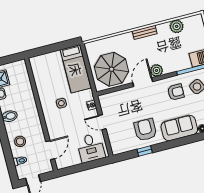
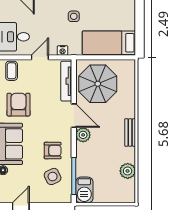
armchair: (176, 92) -> (53, 151), turned -90
tv unit: (116, 96) -> (66, 81), added
armchair: (145, 130) -> (19, 105), turned -90
coffee table: (119, 143) -> (12, 71), added

